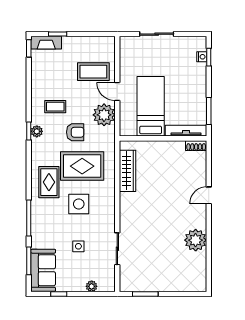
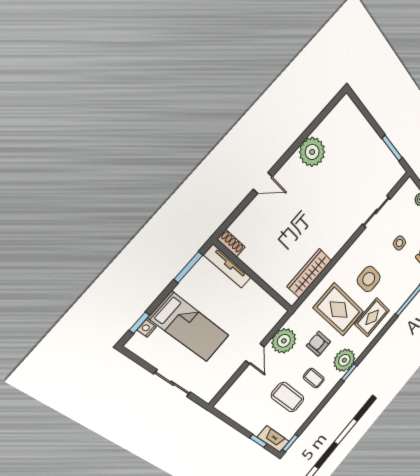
coffee table: (93, 72) -> (288, 397), moved
bed: (151, 106) -> (190, 327), moved, turned -90
plant: (37, 131) -> (344, 360), width x1.88, depth x1.88

